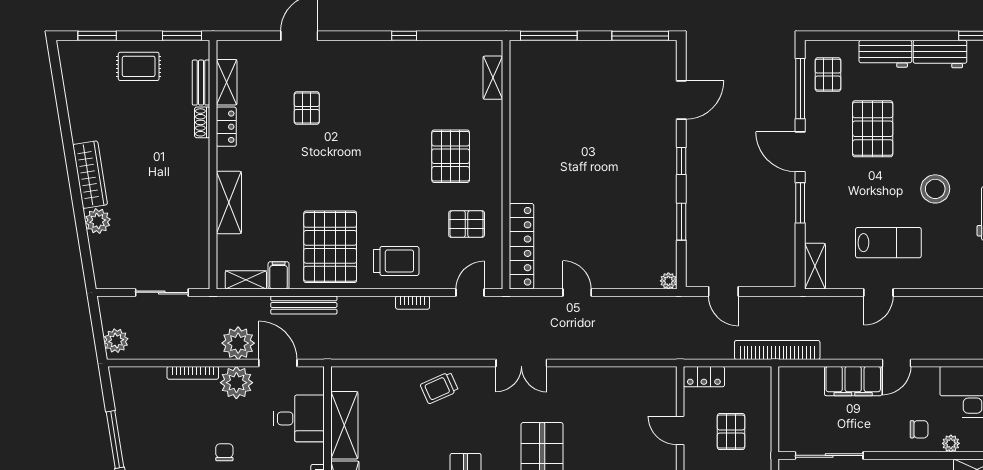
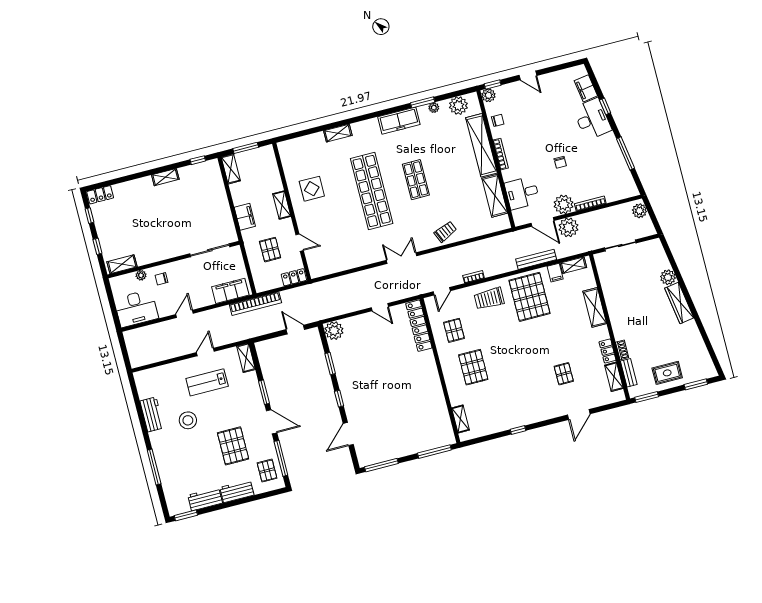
pallet: (467, 224) -> (454, 330), turned 90
plant: (668, 281) -> (334, 331), width x1.88, depth x1.88
filing cabinet: (853, 381) -> (230, 291), moved

